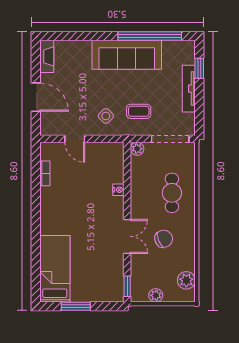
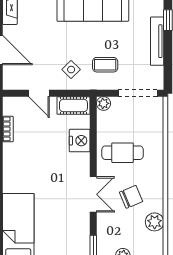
cot: (108, 151) -> (73, 105), added
nightstand: (118, 190) -> (80, 141), width x1.89, depth x1.79
cafe table: (172, 193) -> (123, 153), moved, turned 90
plant: (186, 280) -> (155, 222), moved

